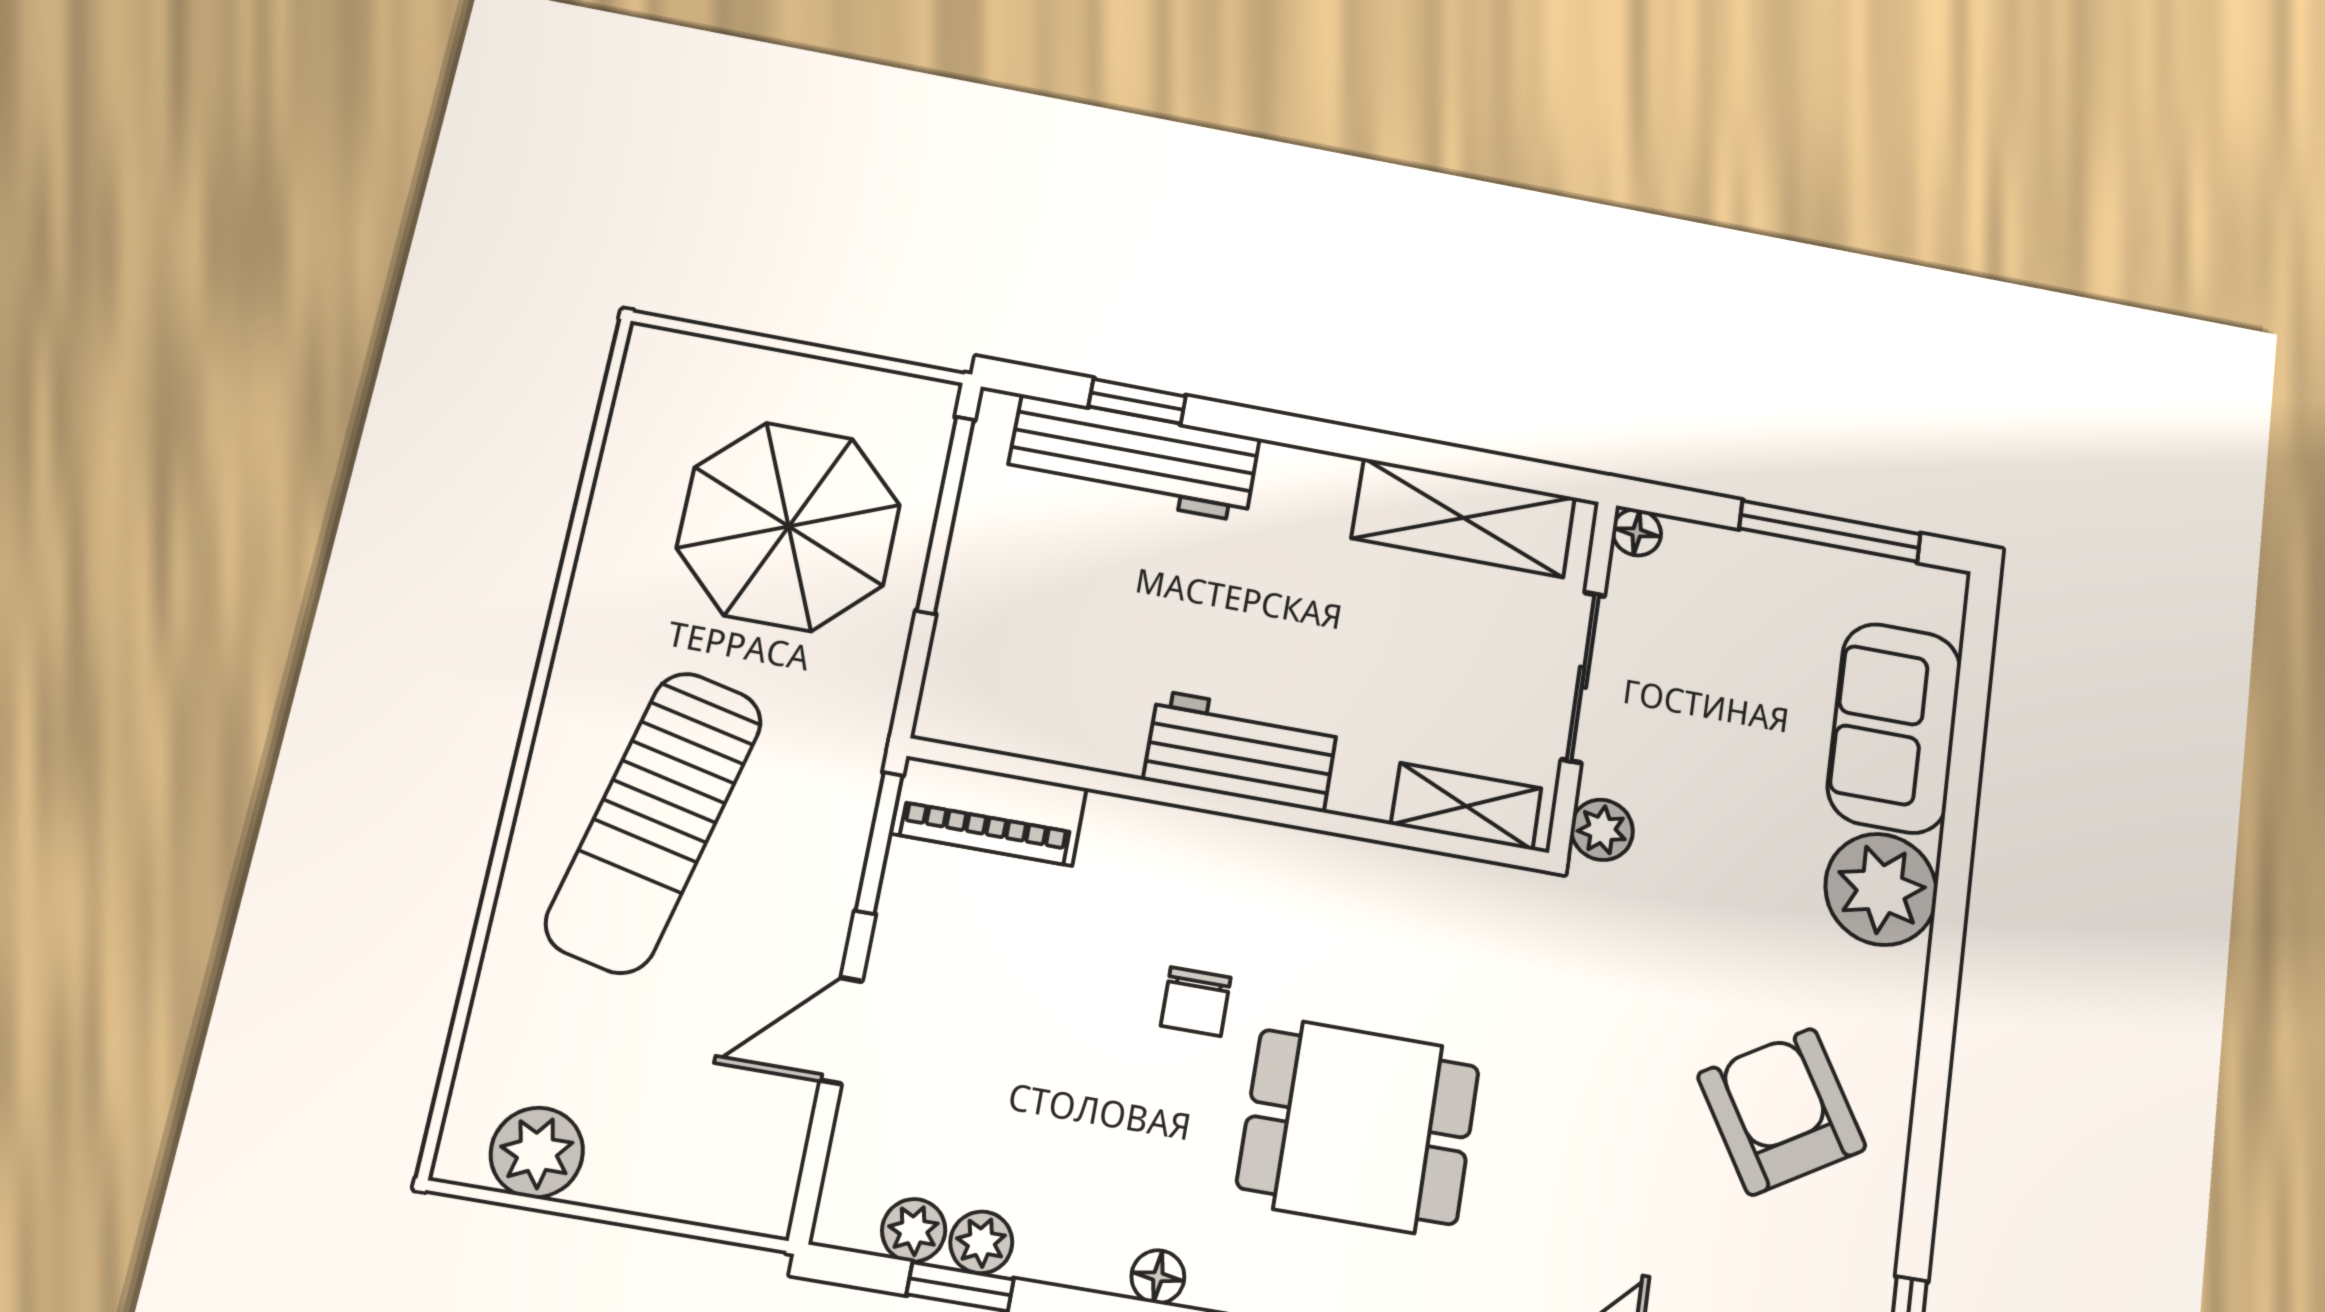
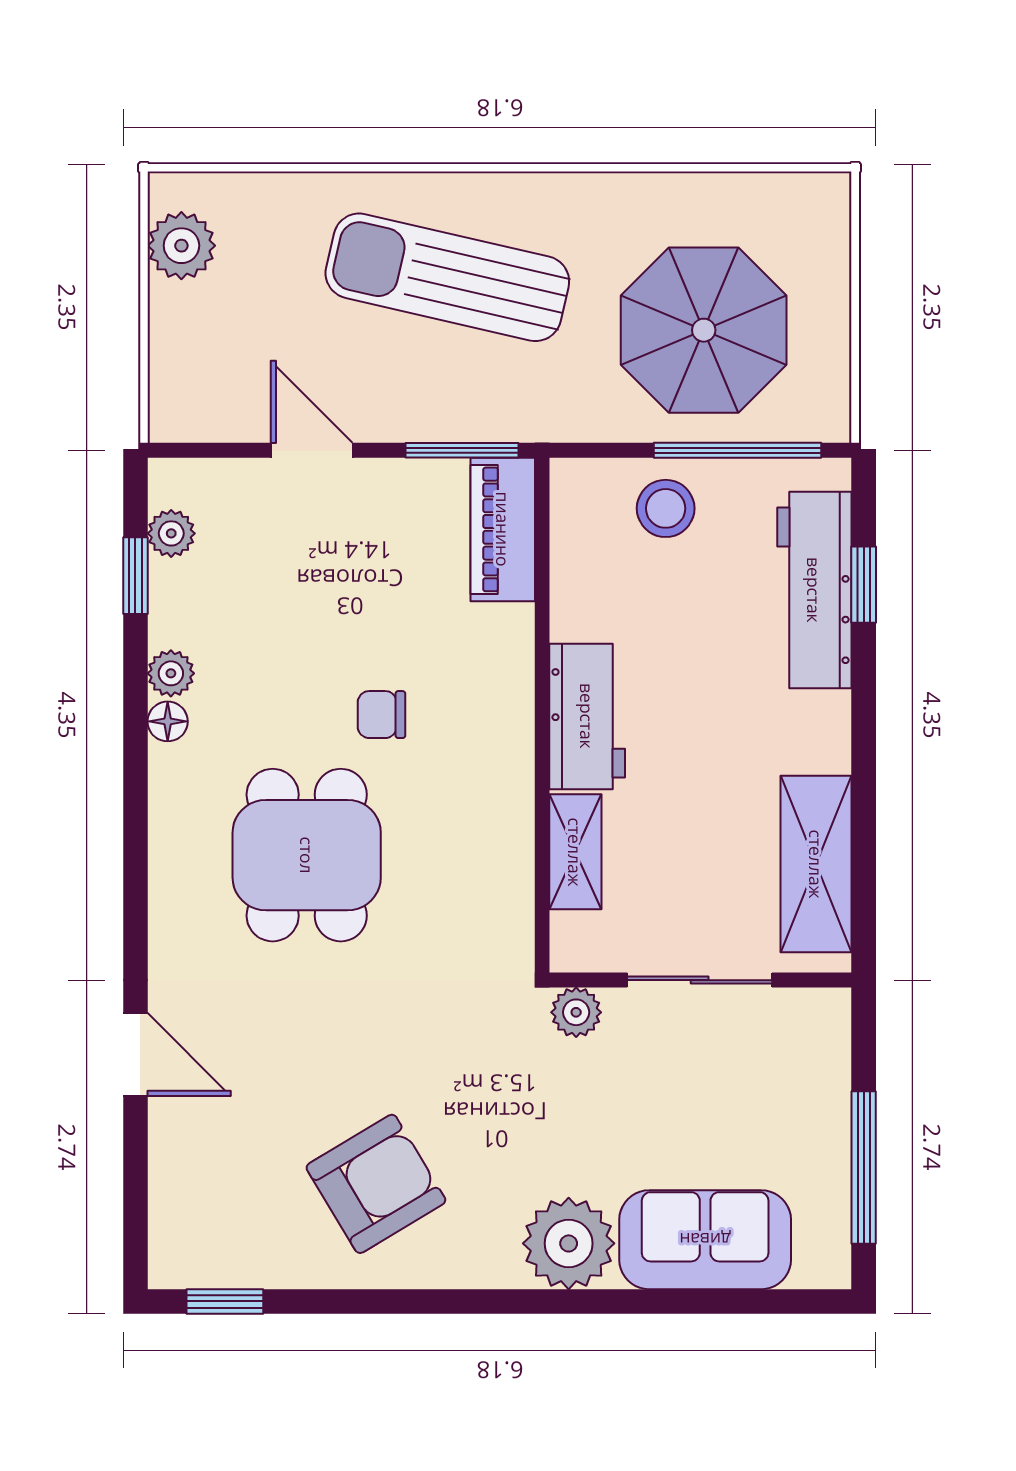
floor lamp: (1637, 532) -> (831, 1007), removed
stool: (1001, 611) -> (666, 508), added
shelving: (1466, 806) -> (575, 852), moved
plant: (981, 1242) -> (171, 673), moved

